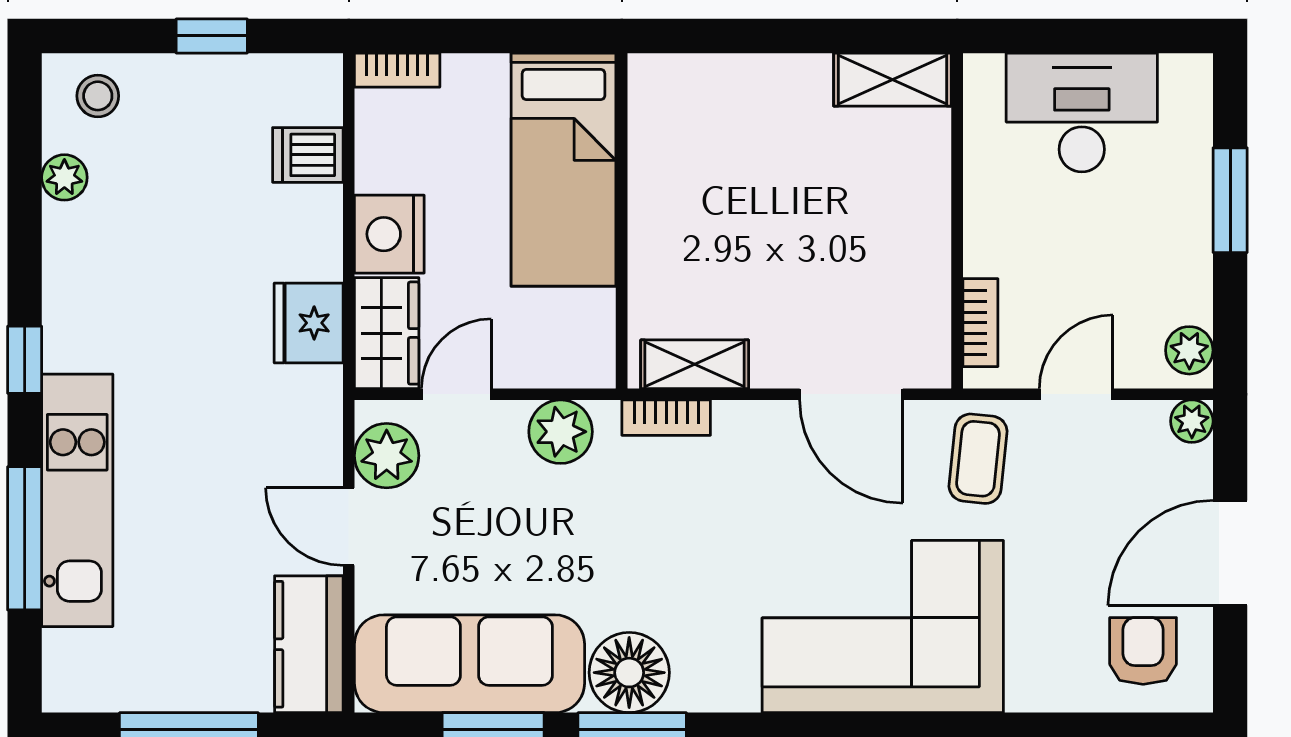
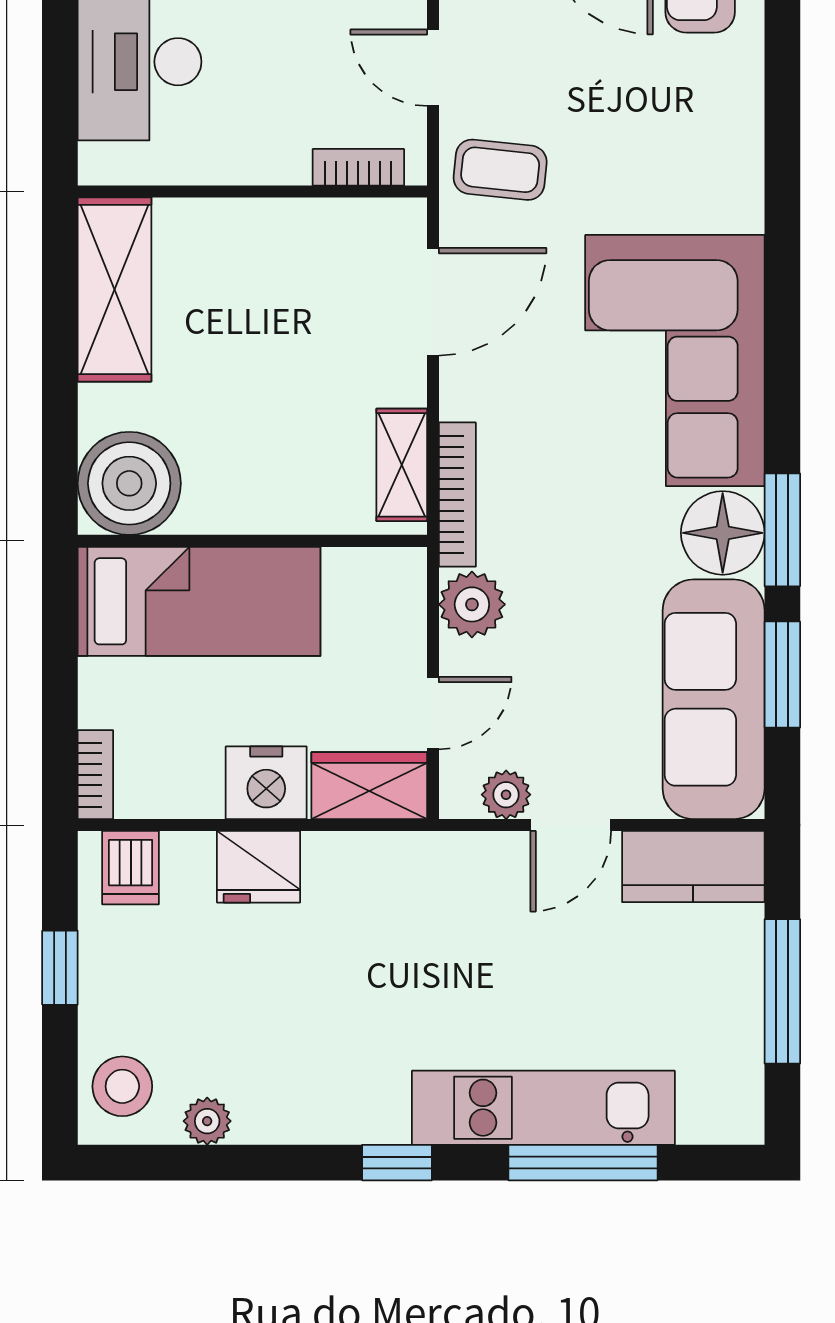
shelving: (892, 80) -> (115, 290), width x1.50, depth x1.33
stool: (98, 96) -> (122, 1086), width x1.37, depth x1.37
boiler: (677, 103) -> (129, 483), added
dishwasher: (308, 155) -> (131, 868), moved
fridge: (309, 323) -> (259, 867), moved
door: (456, 394) -> (433, 713), swing flipped
bookcase: (666, 418) -> (457, 495), width x1.56
plant: (387, 456) -> (506, 795), width x0.73, depth x0.73
corner sofa: (883, 627) -> (675, 361), moved

